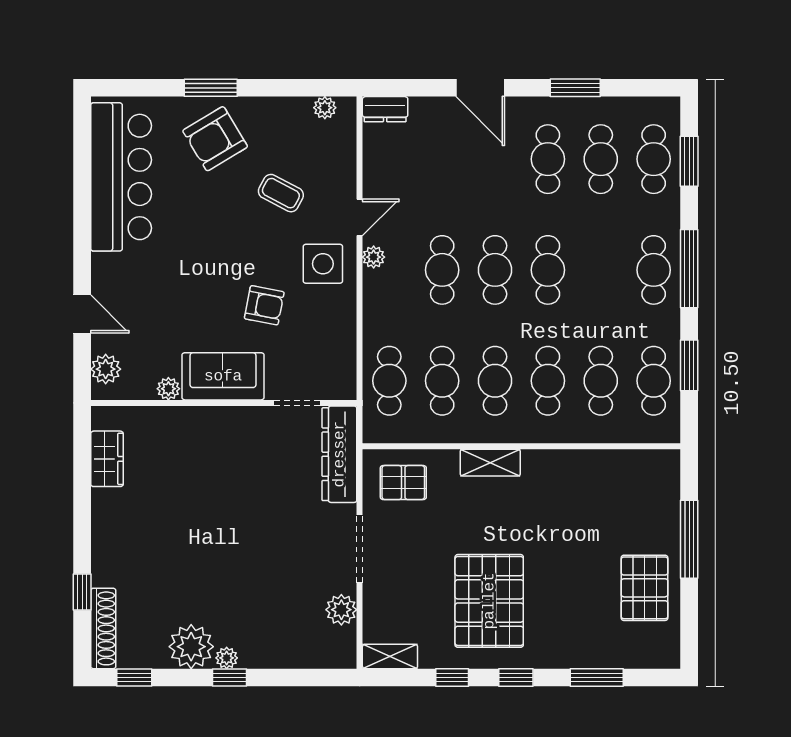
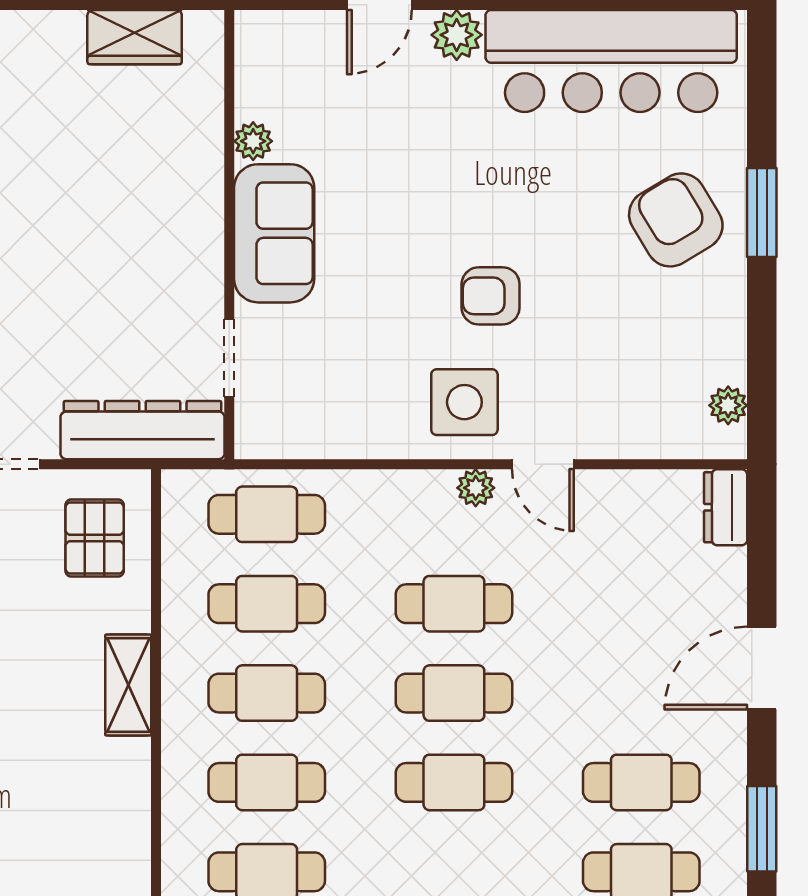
coffee table: (281, 193) -> (584, 331), removed
armchair: (264, 305) -> (491, 296), moved, turned 79
plant: (106, 369) -> (457, 35), moved

